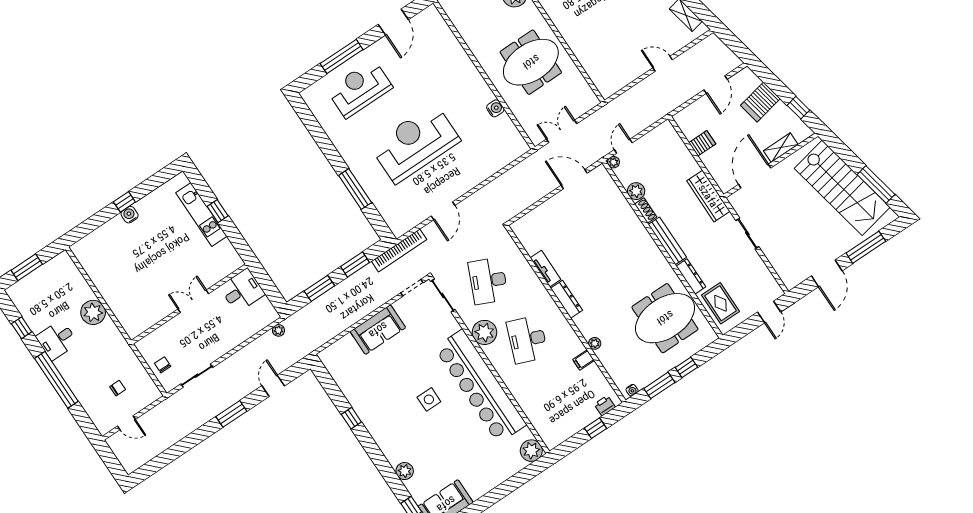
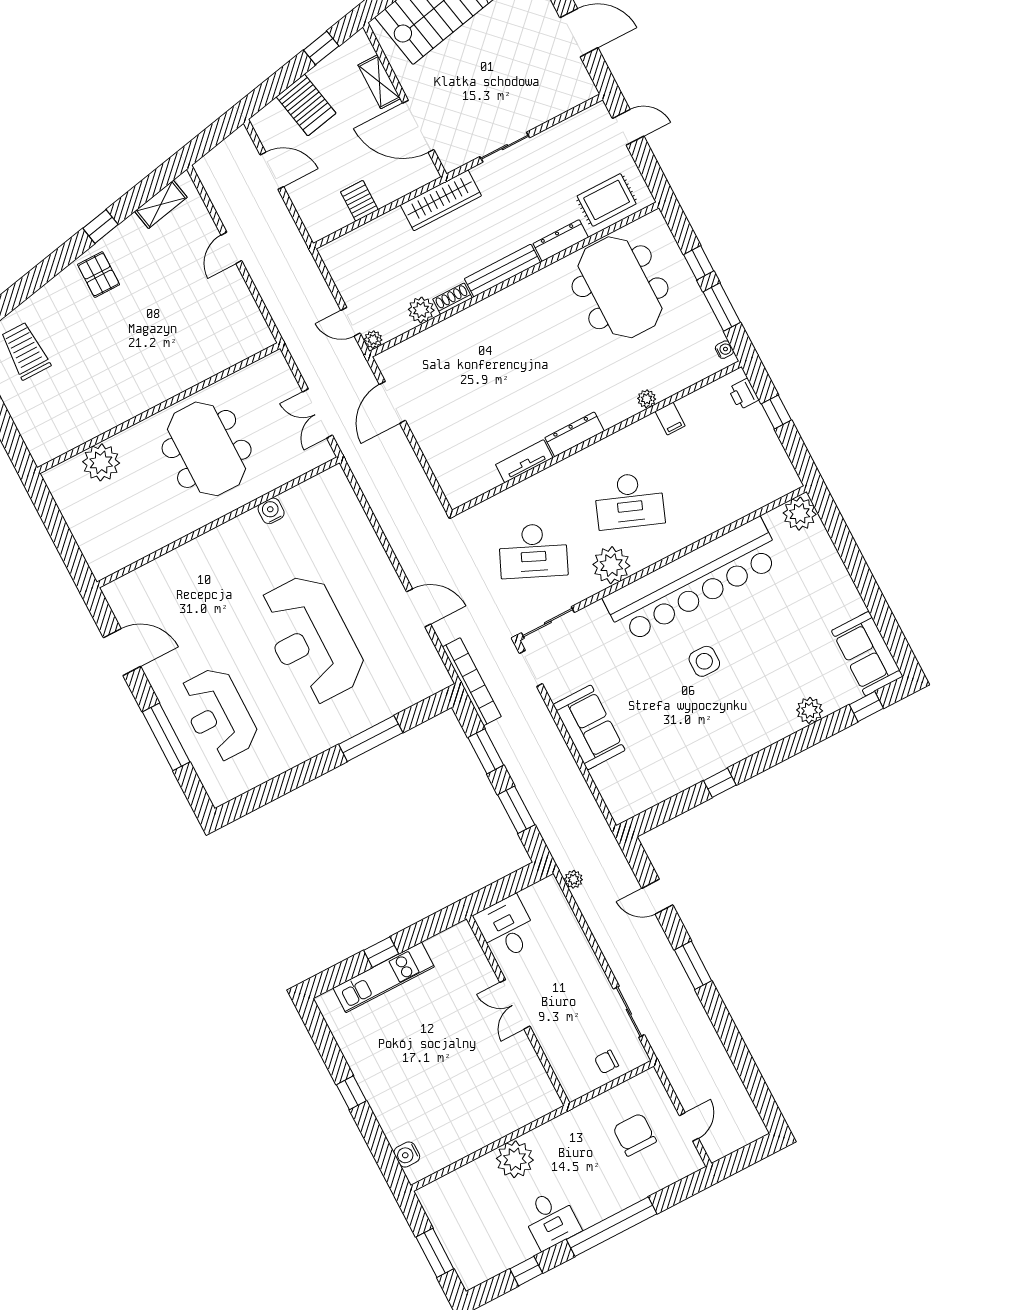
water cooler: (130, 215) -> (407, 1154), moved
chair: (118, 388) -> (635, 1135), width x1.87, depth x1.87

